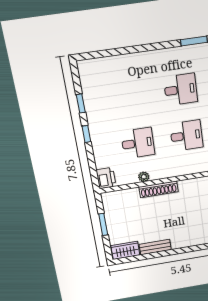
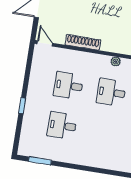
shoe rack: (159, 189) -> (83, 42), moved

